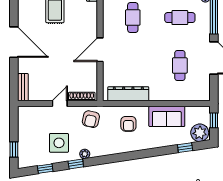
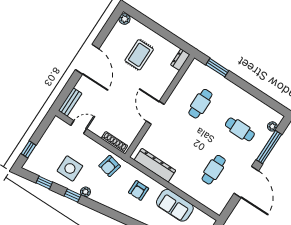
door: (100, 50) -> (155, 113), hinge flipped
door: (60, 104) -> (79, 127), moved

